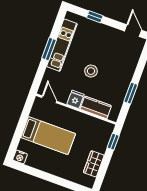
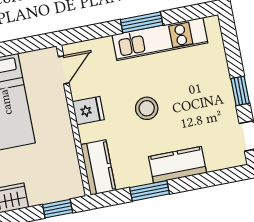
window: (95, 17) -> (240, 91), moved
kitchen counter: (126, 73) -> (178, 165), added
kitchen counter: (96, 107) -> (98, 168), moved

